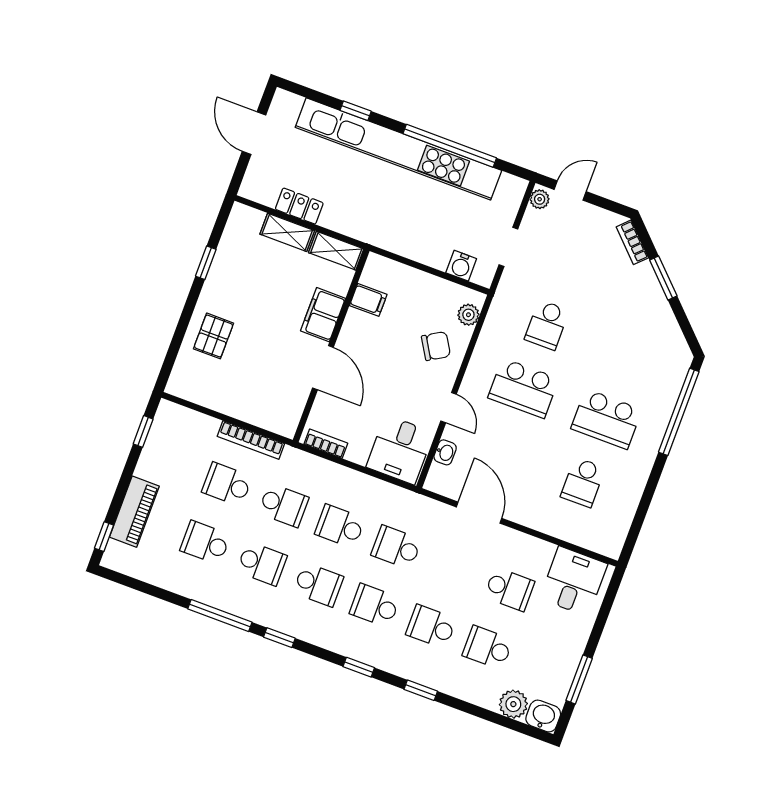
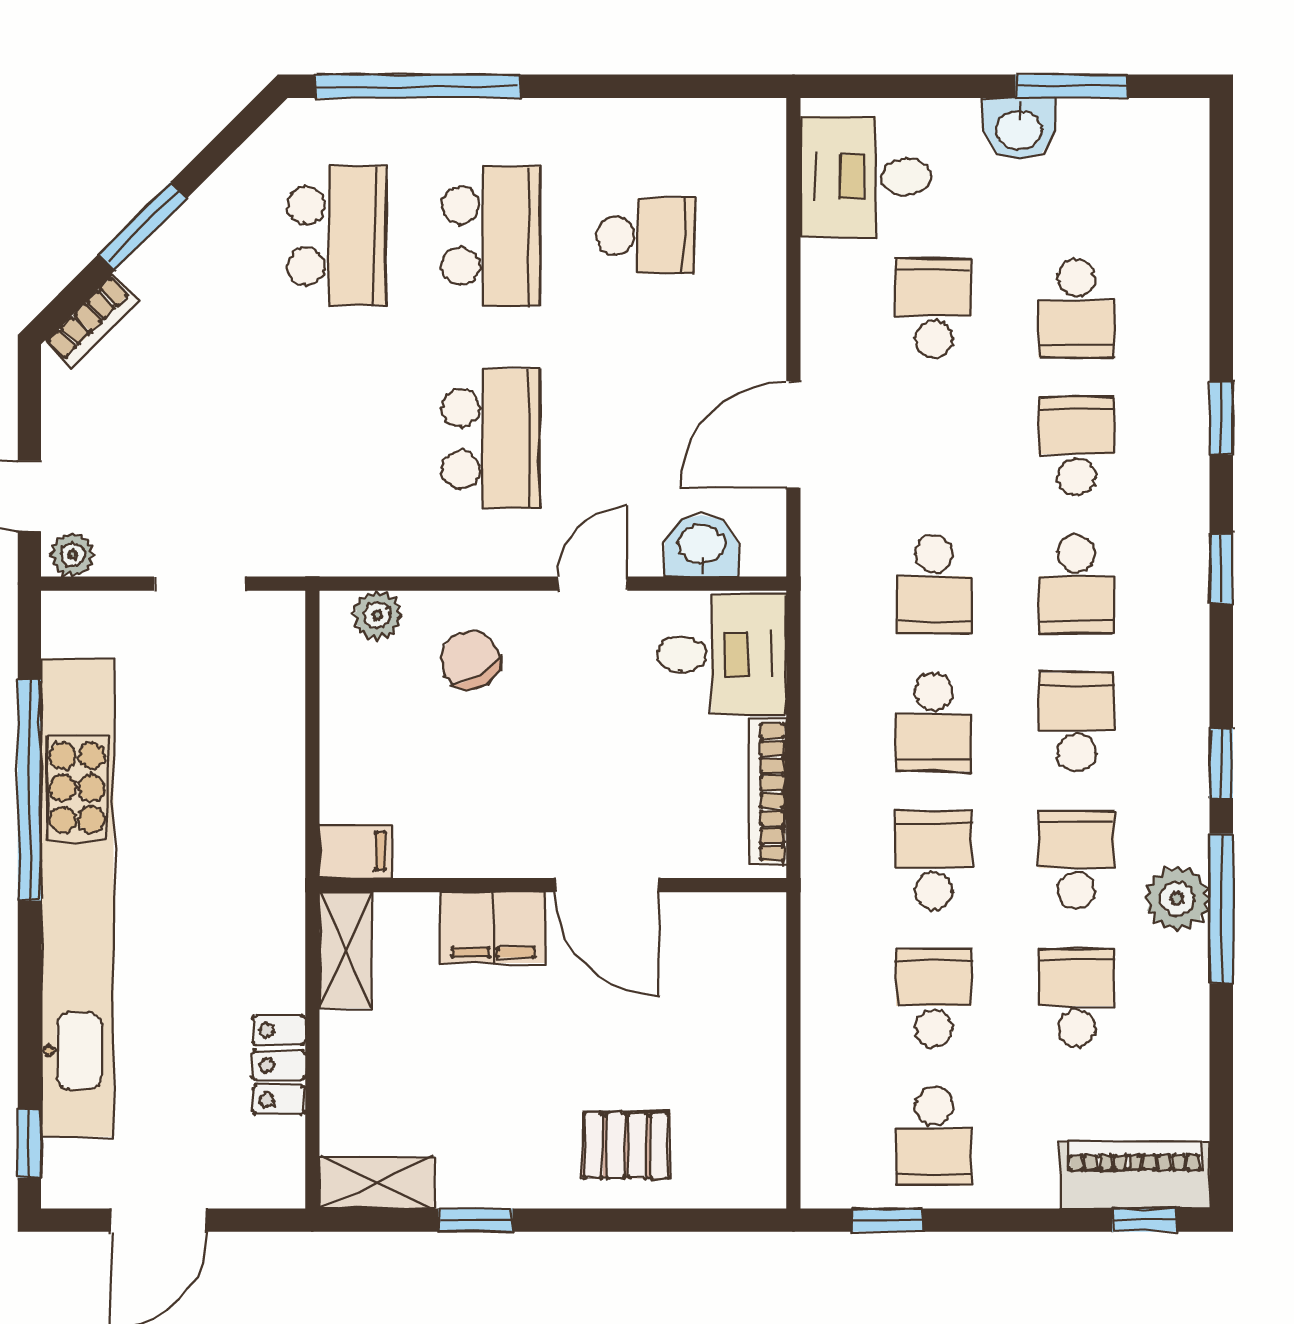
window: (356, 111) -> (29, 1143), moved
shelving: (287, 232) -> (376, 1183), moved, turned 90
water cooler: (461, 266) -> (278, 670), removed
filing cabinet: (368, 300) -> (355, 851), moved, turned 90
school desk: (547, 325) -> (336, 236), moved, width x1.85
door: (323, 368) -> (607, 885), swing flipped
bookcase: (251, 440) -> (820, 982), removed
bookcase: (326, 444) -> (768, 792), width x1.56
washbasin: (445, 452) -> (701, 546), width x1.38, depth x1.45
school desk: (171, 463) -> (934, 1136), added
school desk: (227, 484) -> (934, 998), turned 180
piano: (134, 512) -> (1135, 1175), moved
school desk: (205, 543) -> (1076, 998), turned 180
school desk: (431, 627) -> (1076, 446), turned 180
plant: (513, 704) -> (1177, 898), moved
washbasin: (543, 716) -> (1019, 129), moved, turned -90

